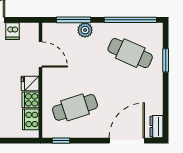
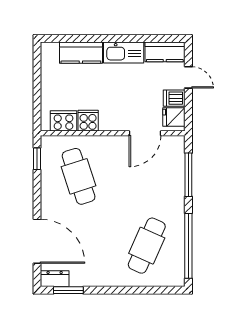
plant: (85, 30) -> (176, 189), removed
window: (166, 60) -> (68, 290), moved
fridge: (30, 83) -> (174, 117), moved, turned -90

